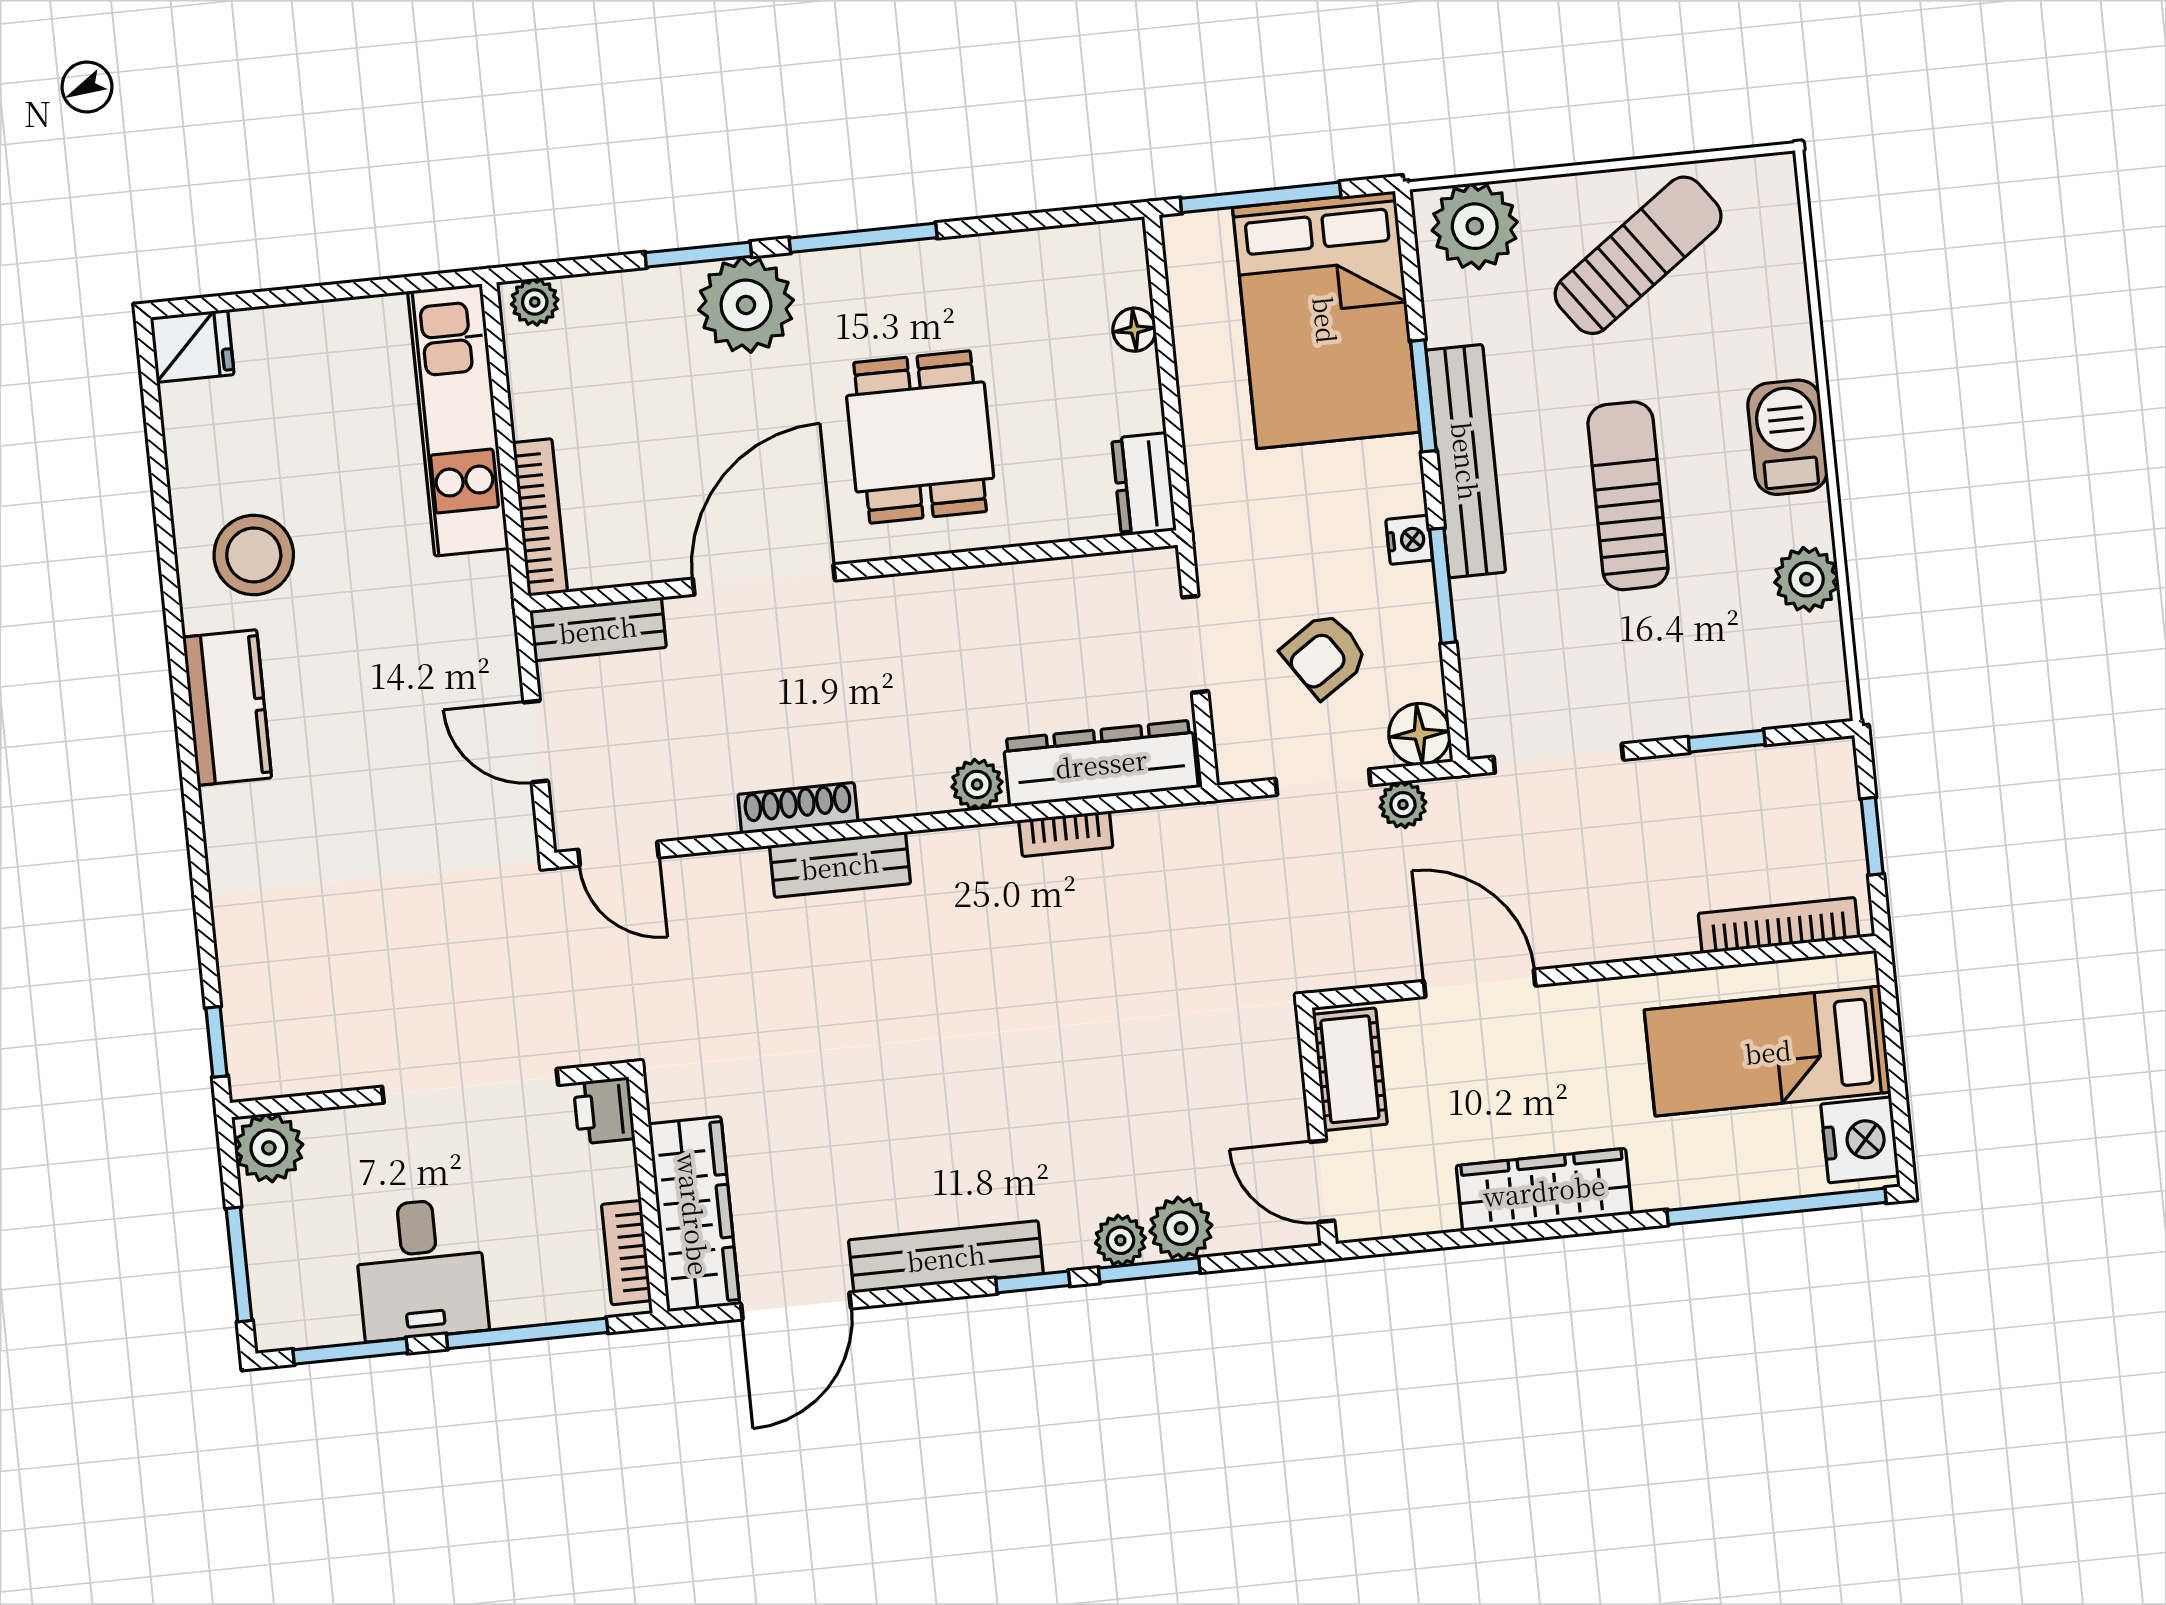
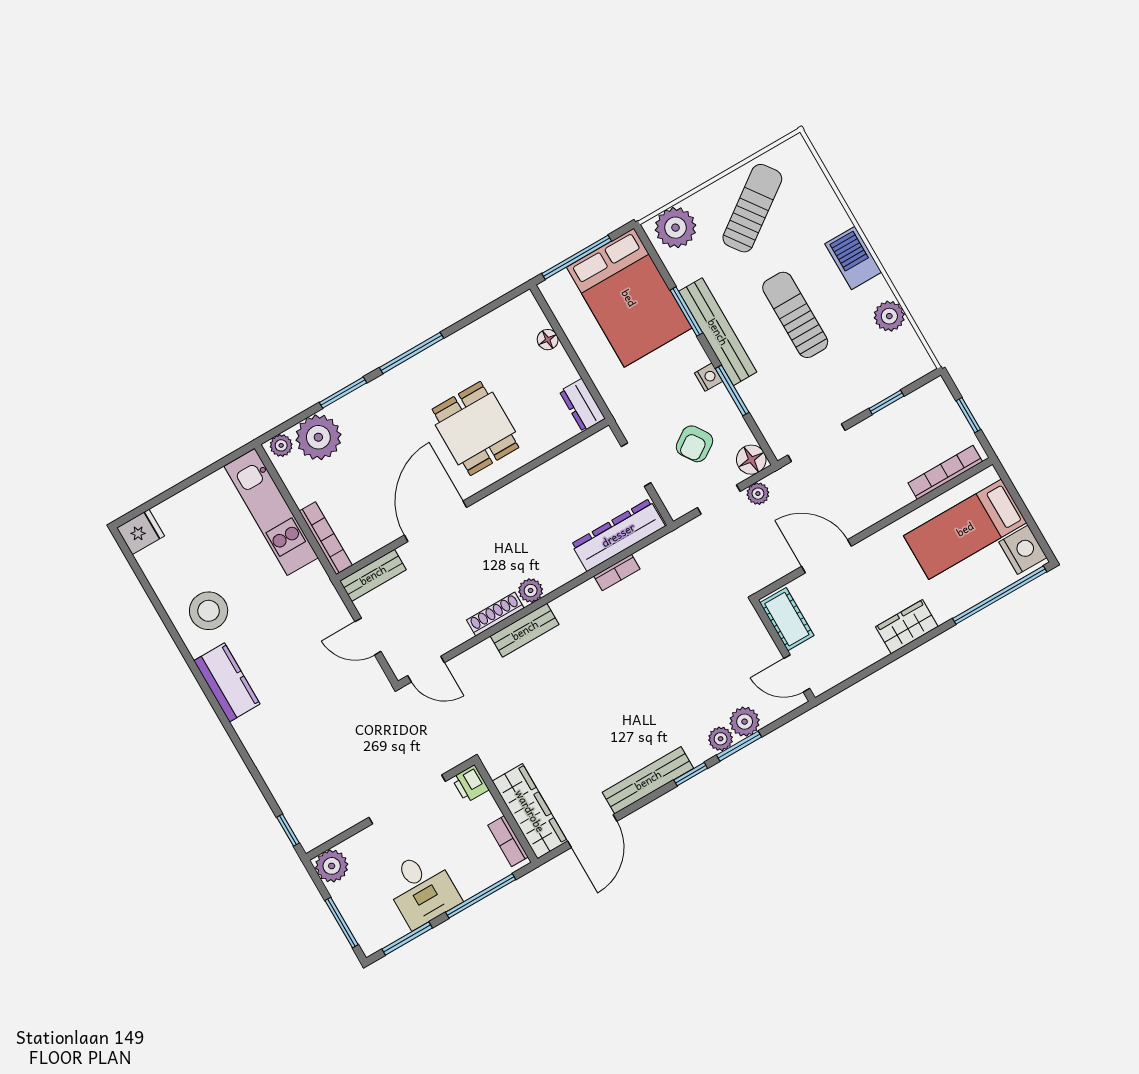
plant: (746, 305) -> (318, 437), moved
plant: (977, 784) -> (531, 591), moved
wardrobe: (1544, 1190) -> (907, 627), width x0.67

